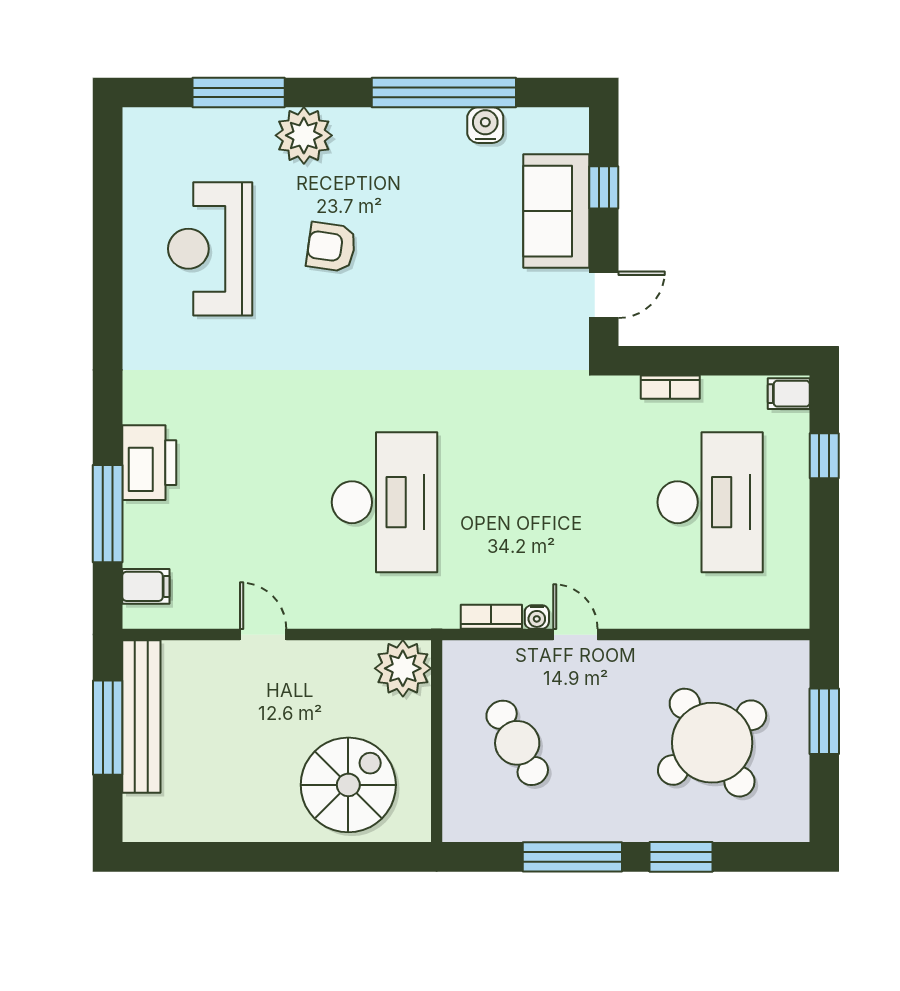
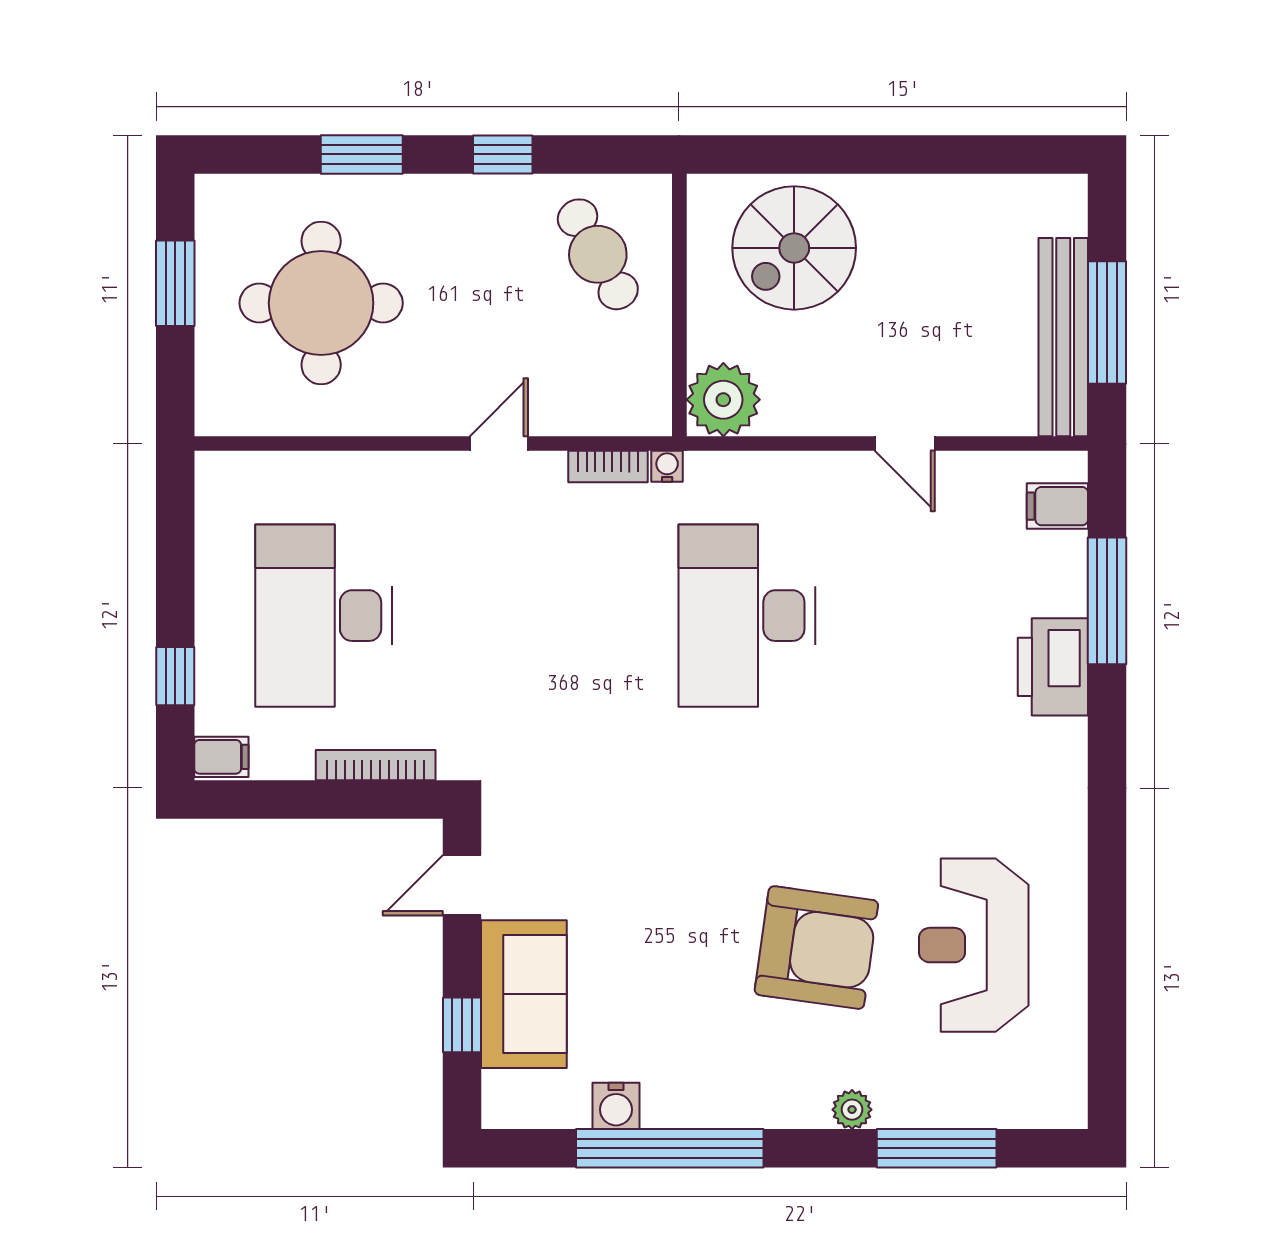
plant: (304, 135) -> (852, 1110), width x0.53, depth x0.53
armchair: (331, 247) -> (816, 948), width x1.88, depth x1.88
reception desk: (210, 249) -> (974, 945), turned 180
bookcase: (670, 387) -> (376, 765), width x1.56
water cooler: (537, 617) -> (667, 466), moved
door: (575, 635) -> (499, 444), swing flipped
window: (824, 721) -> (175, 283), moved
cafe table: (517, 743) -> (598, 254), moved
round table: (712, 743) -> (321, 303), turned 35
window: (572, 857) -> (503, 154), width x0.46

